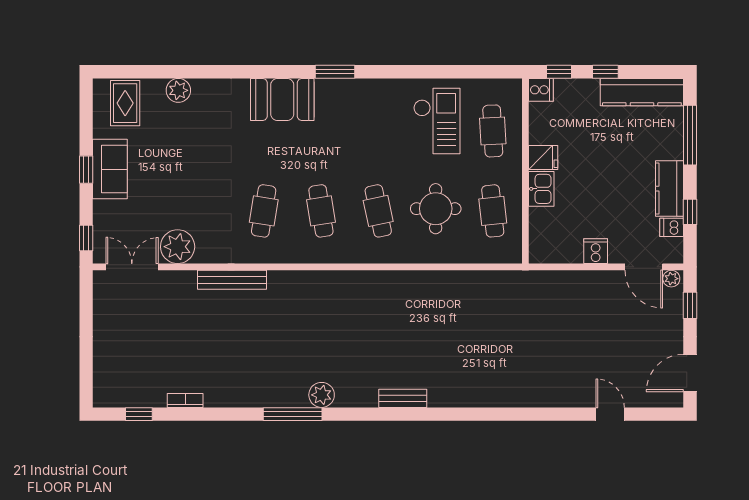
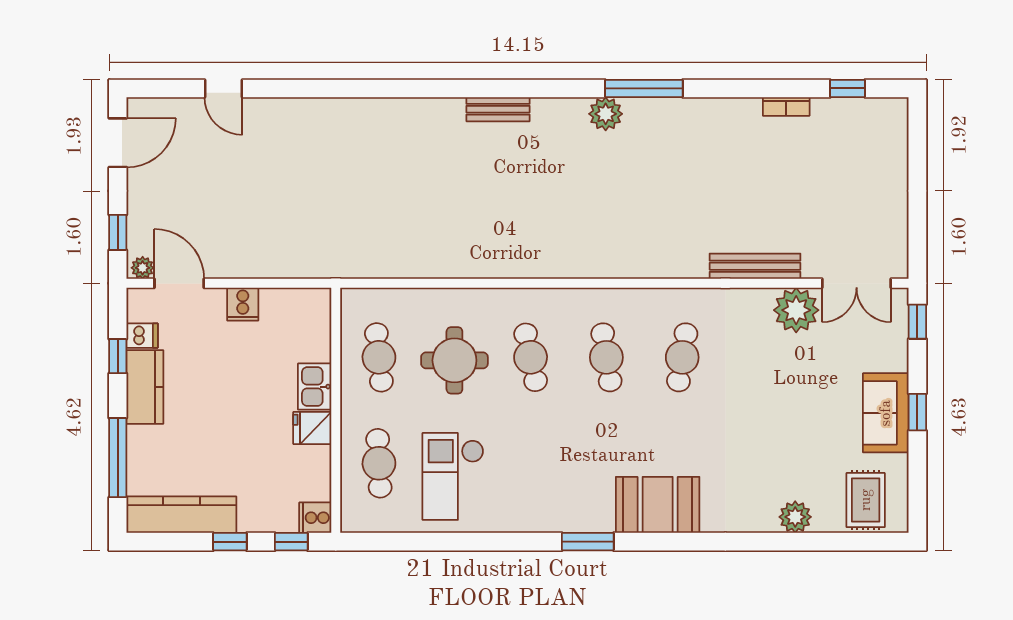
bench: (232, 280) -> (755, 266), moved

